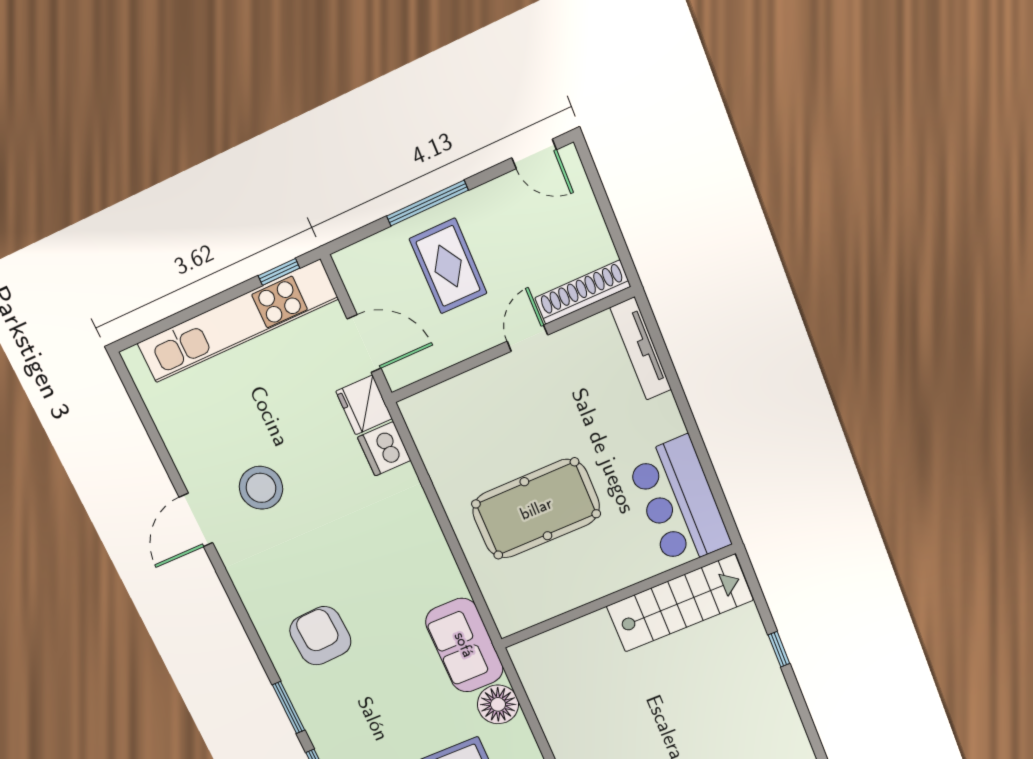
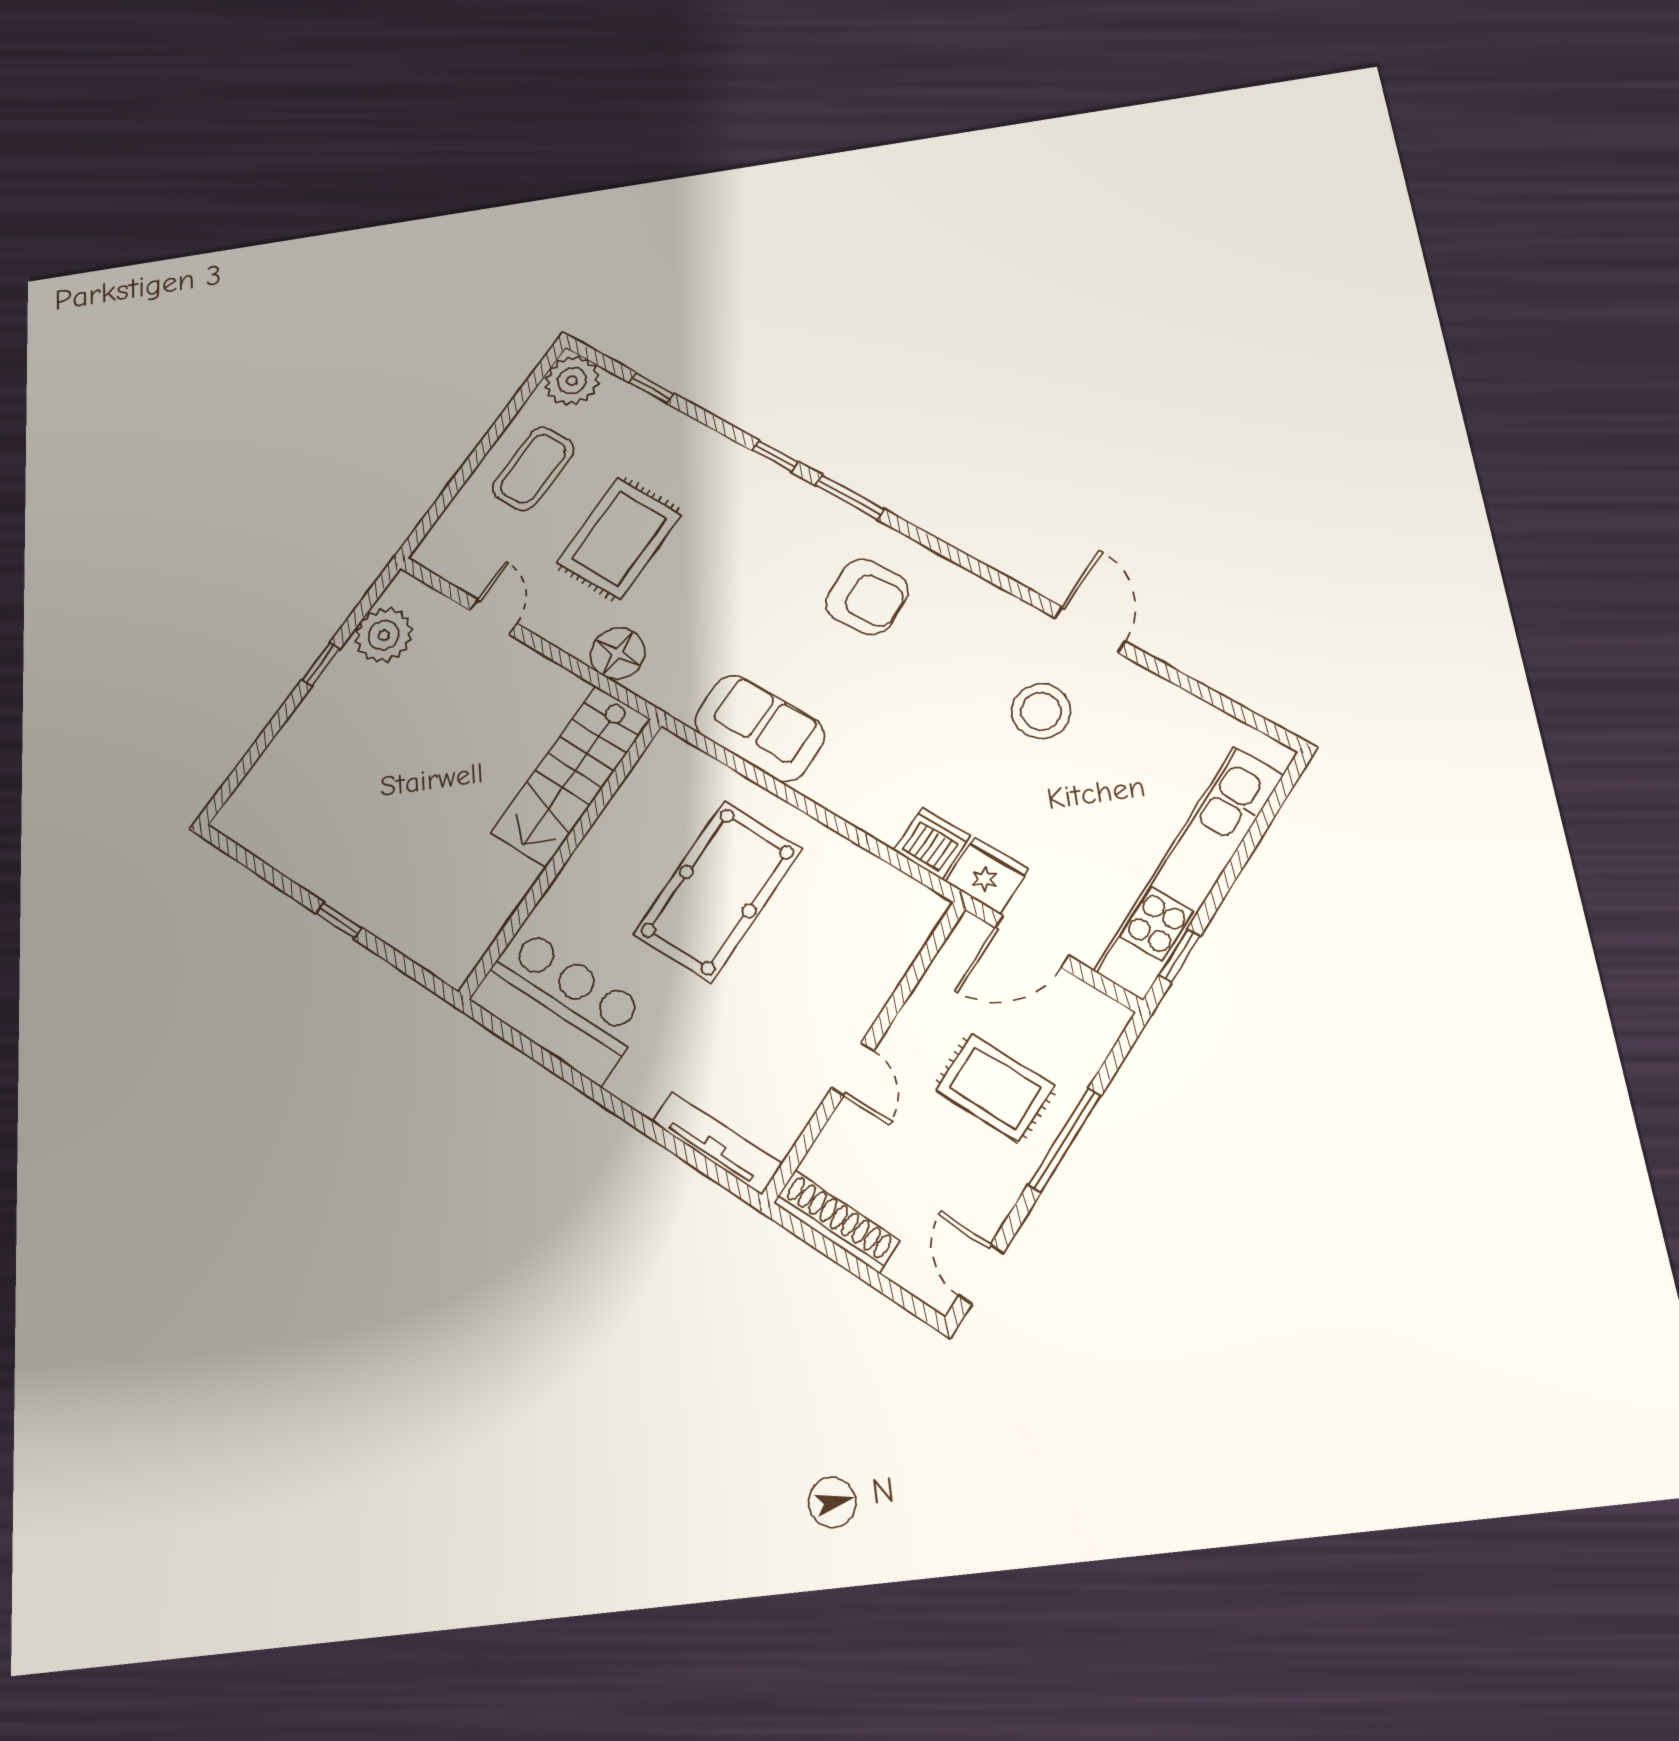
door: (534, 154) -> (981, 1274), hinge flipped
shoe rack: (583, 292) -> (837, 1221), moved, turned -90
stairs: (680, 603) -> (571, 776), moved
sofa: (464, 645) -> (760, 728), moved

